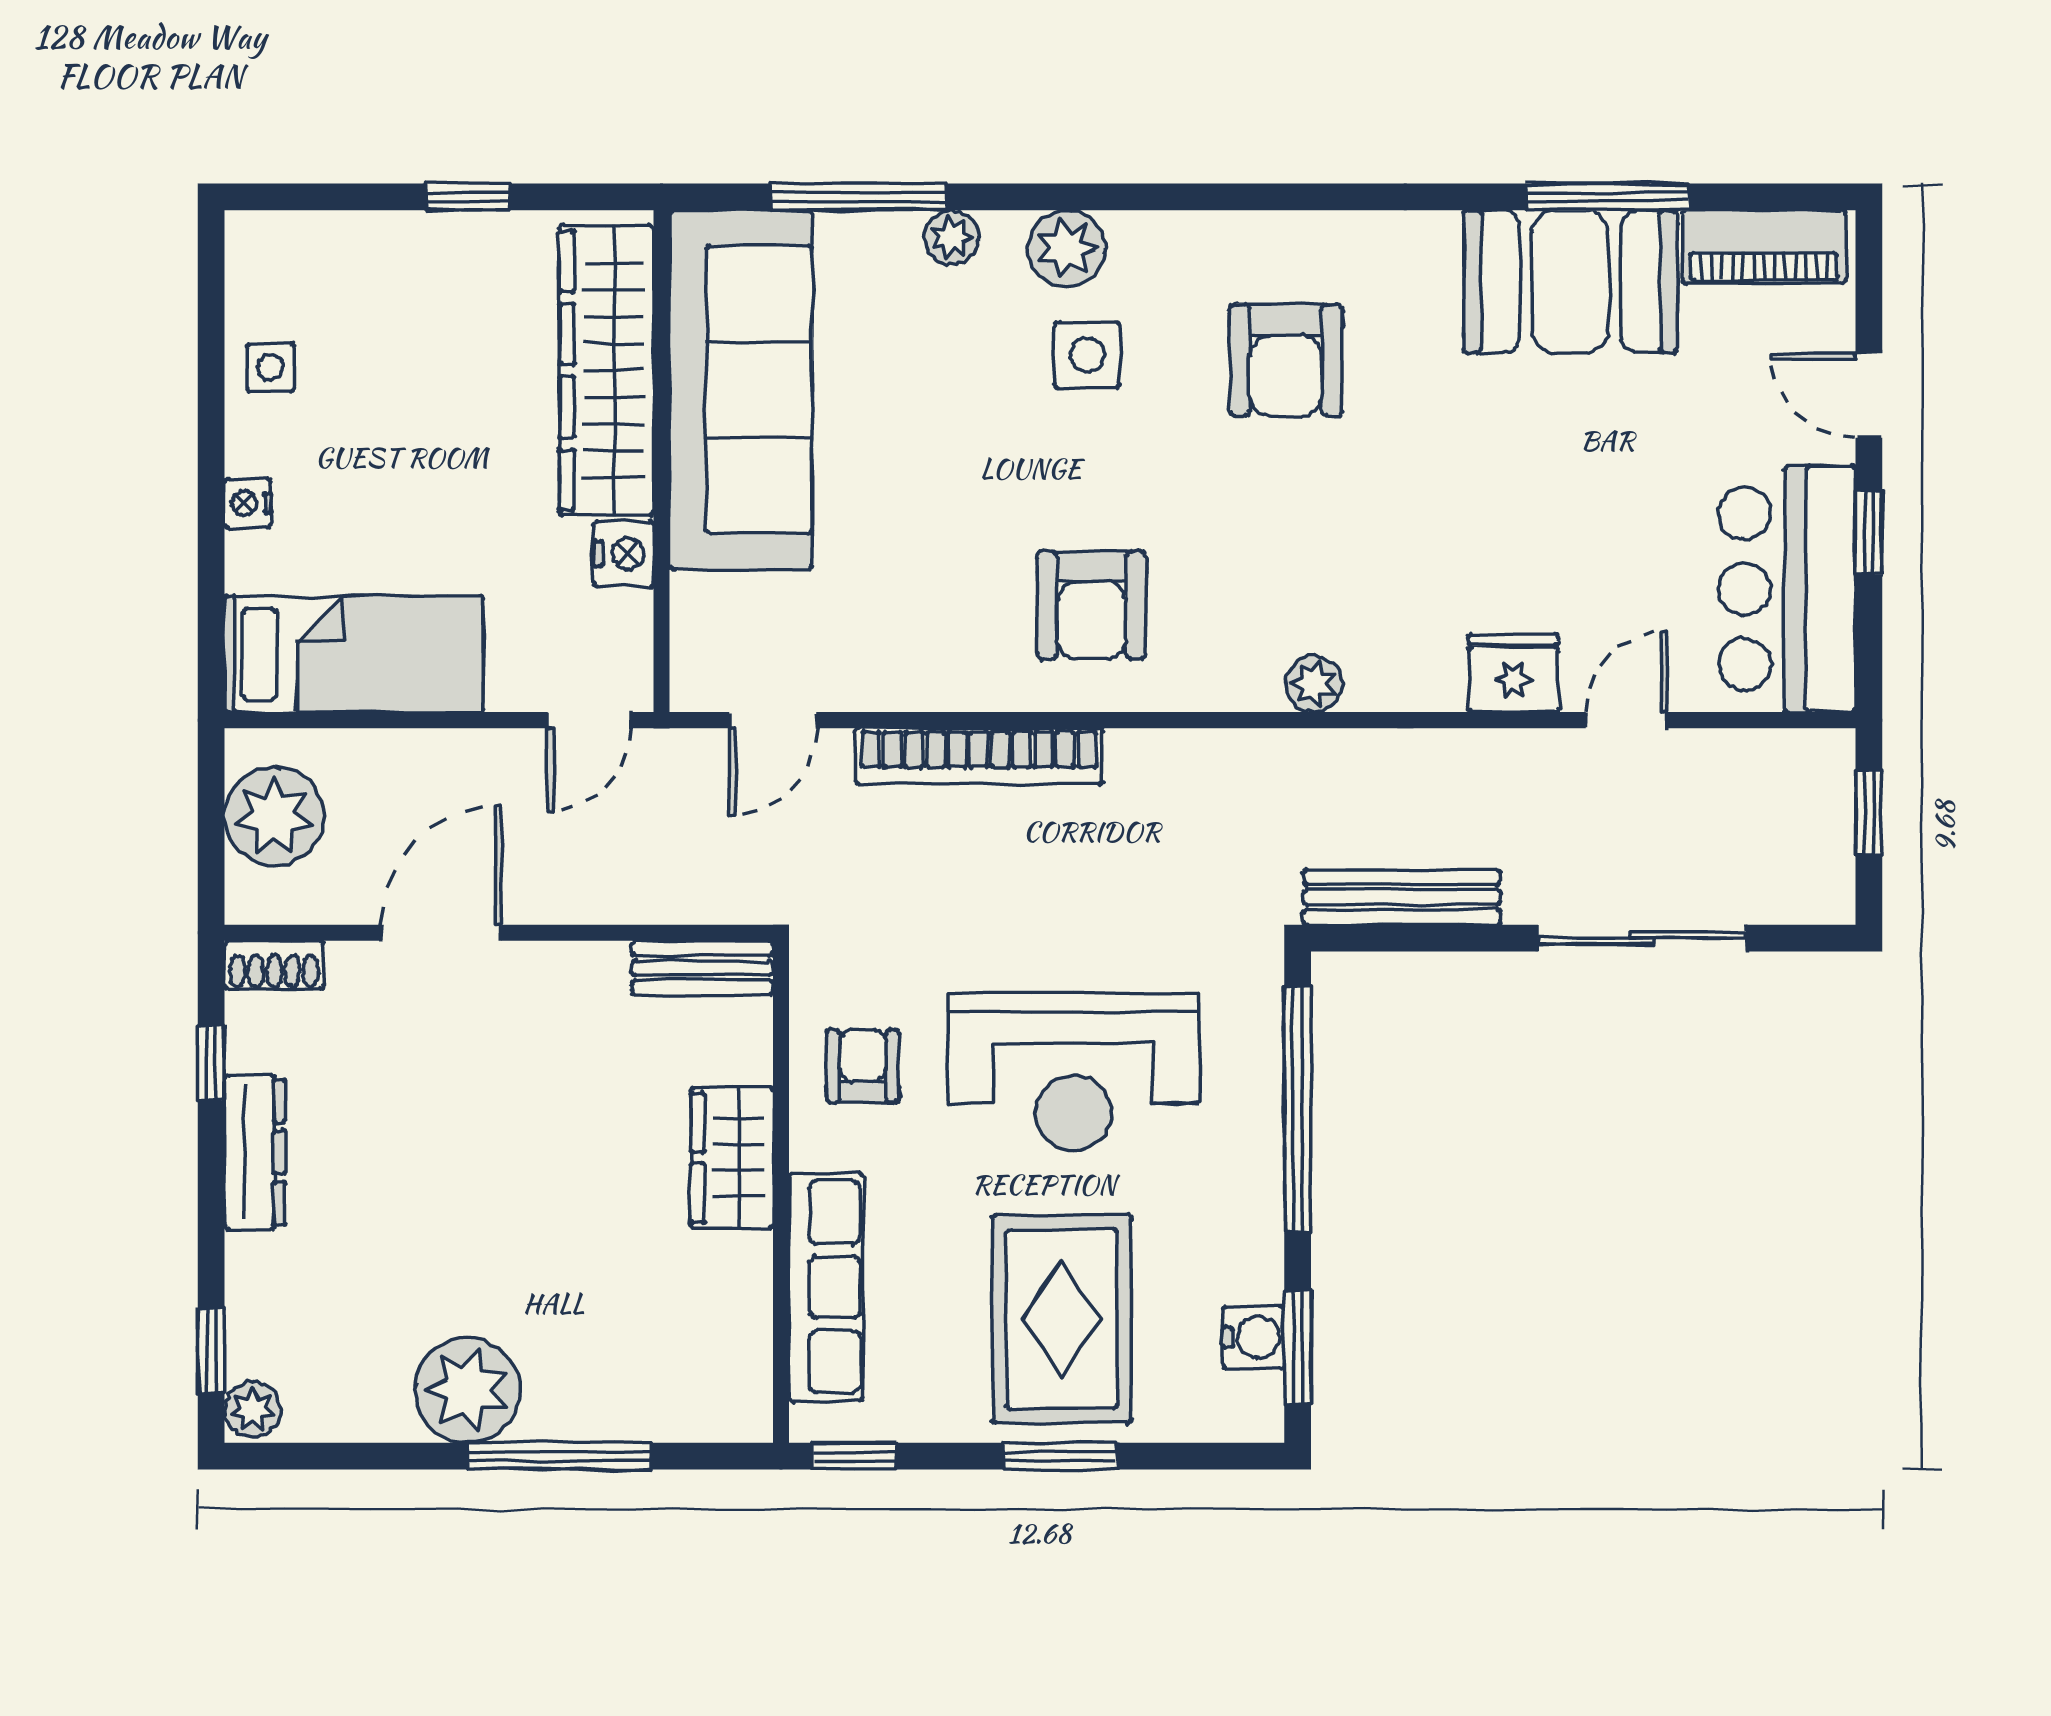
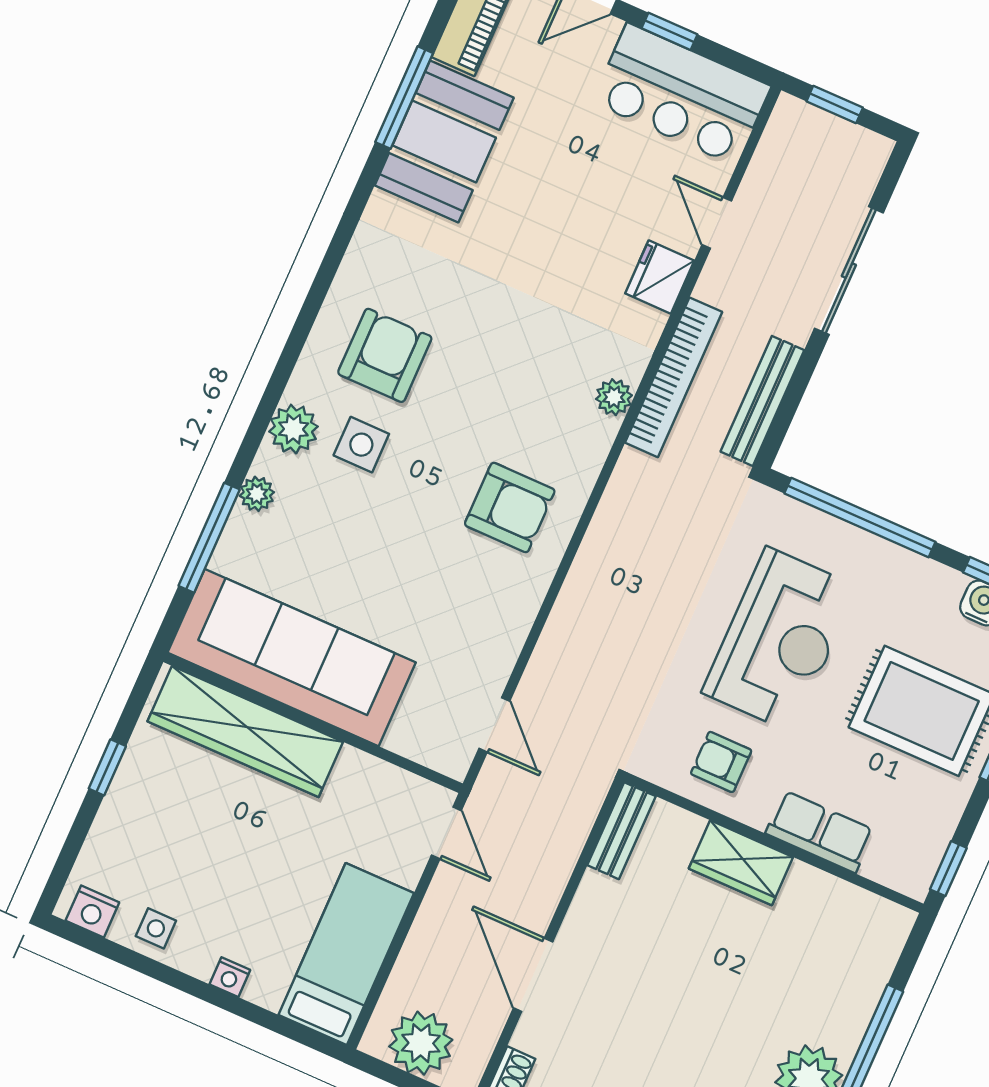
armchair: (1286, 360) -> (385, 355), moved, turned -90
nightstand: (624, 554) -> (92, 911), moved, turned 180
bookcase: (979, 756) -> (674, 377), moved
row of seats: (826, 1287) -> (820, 832), width x0.68

